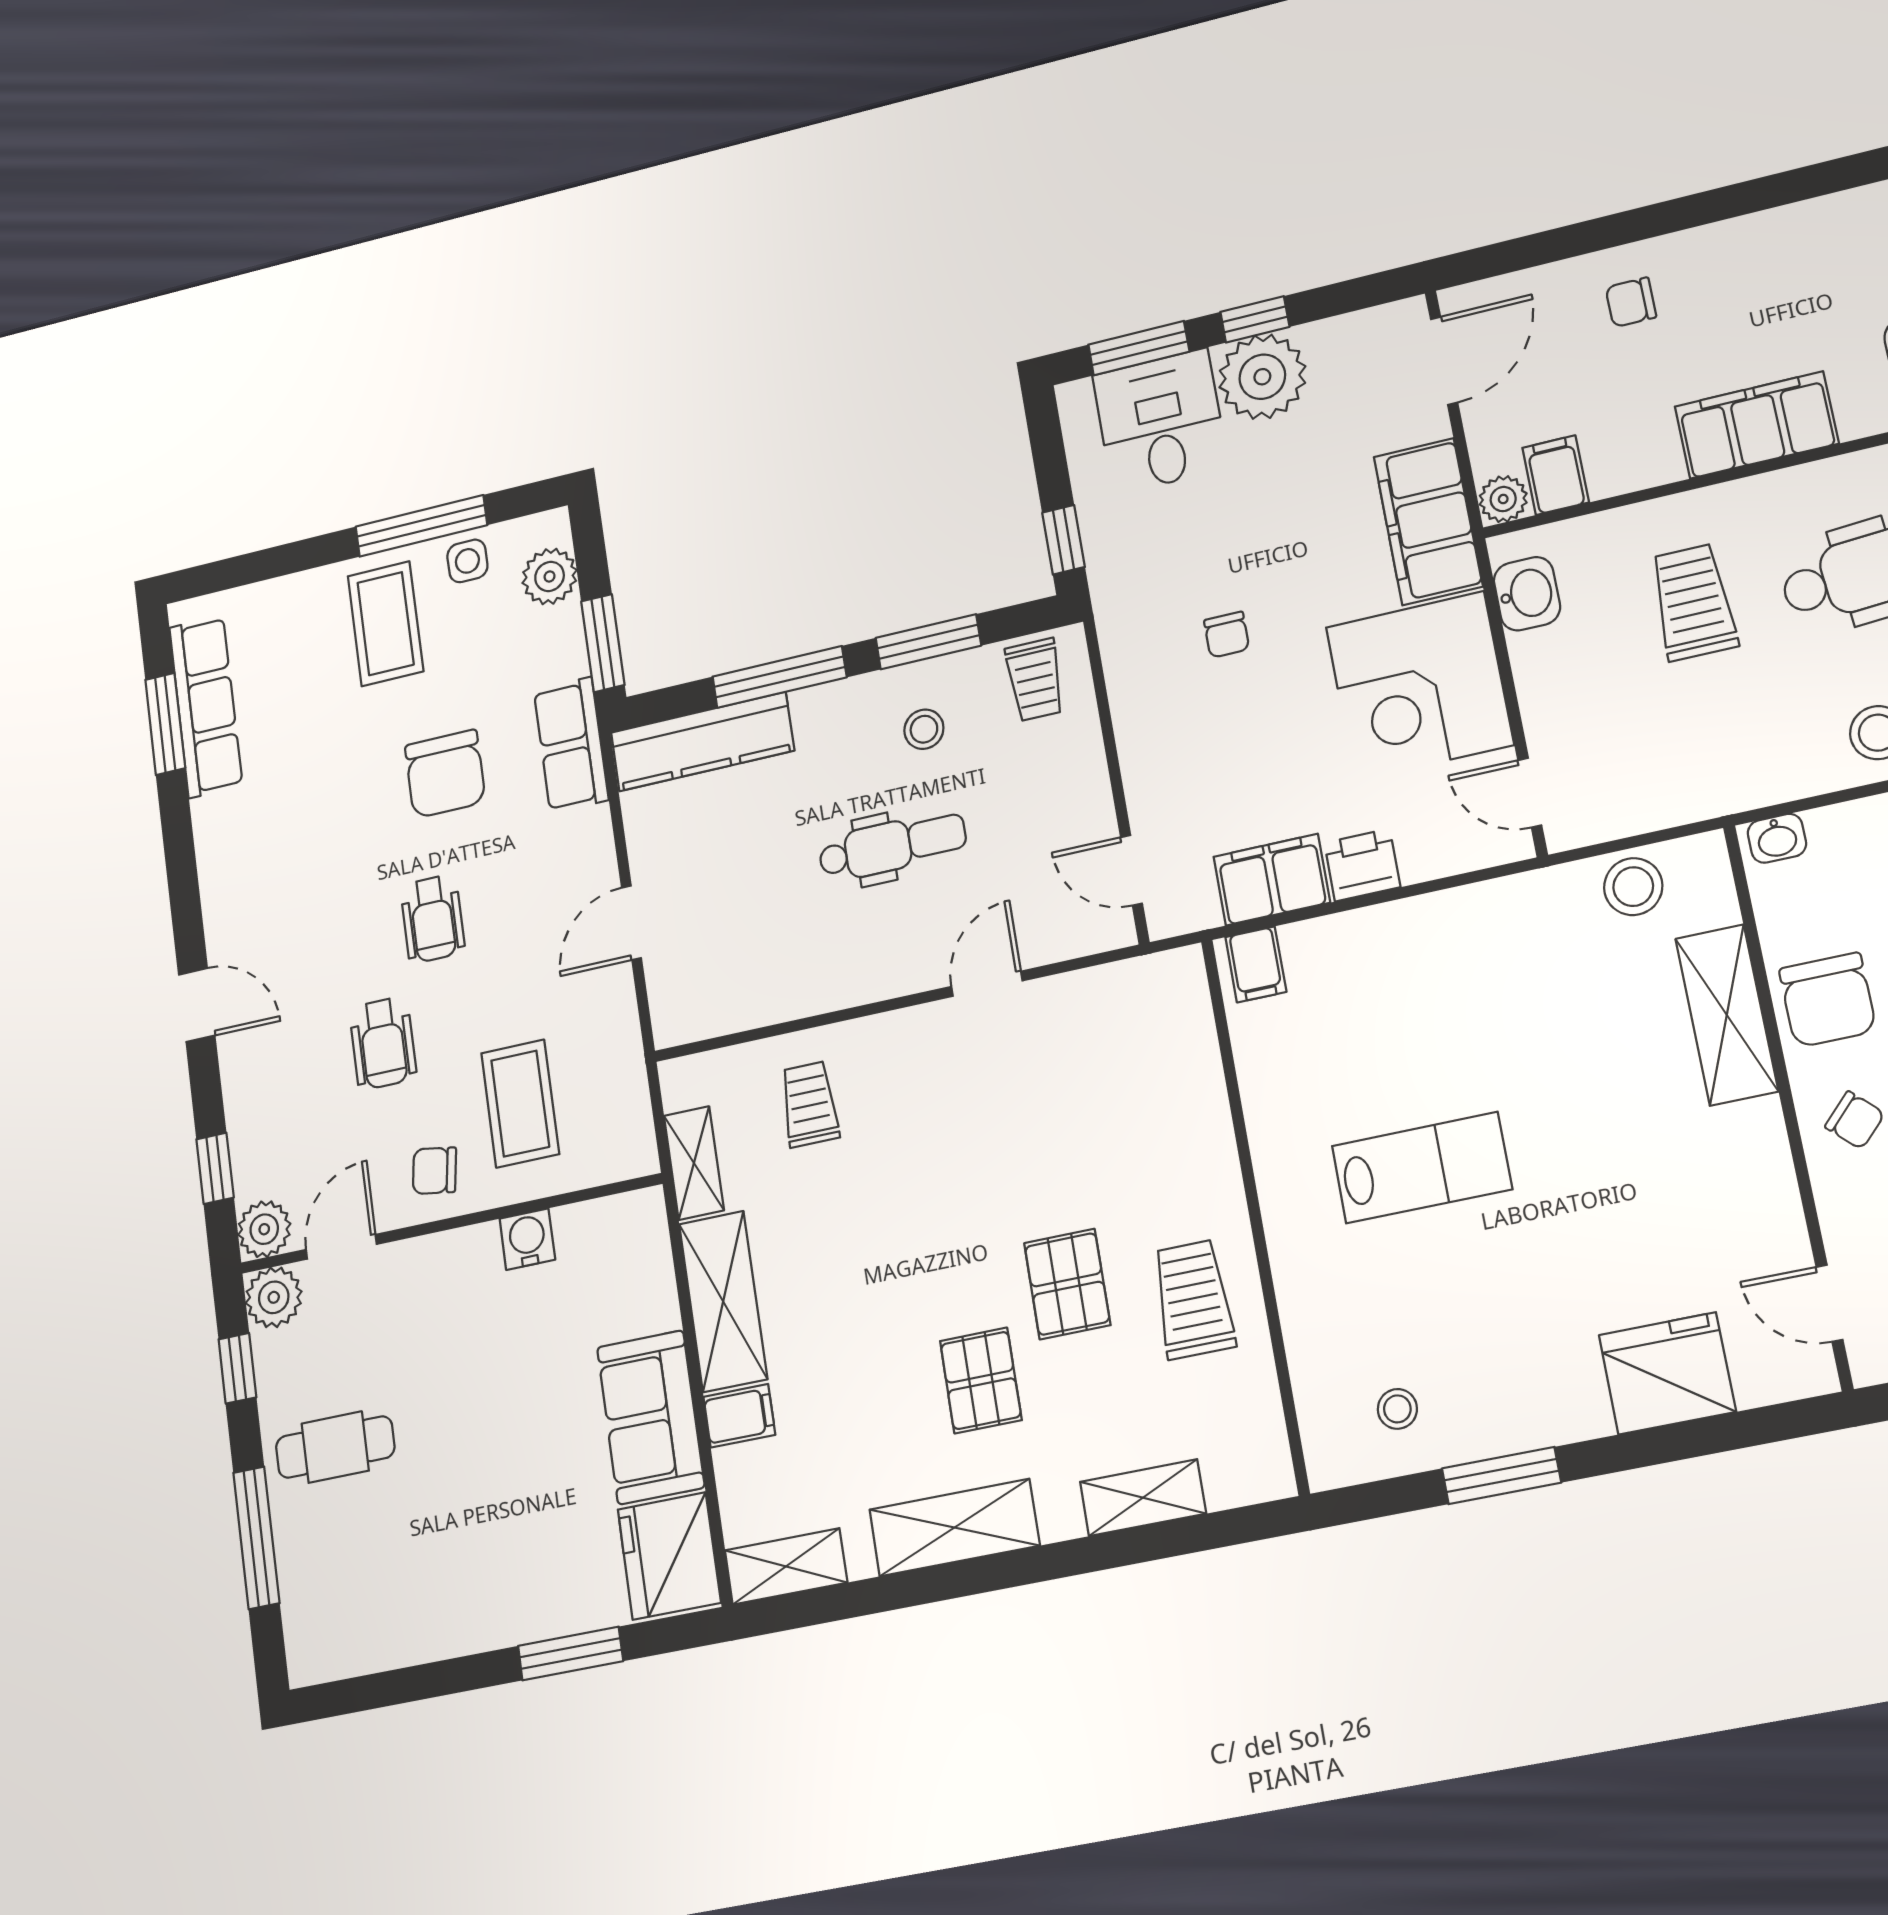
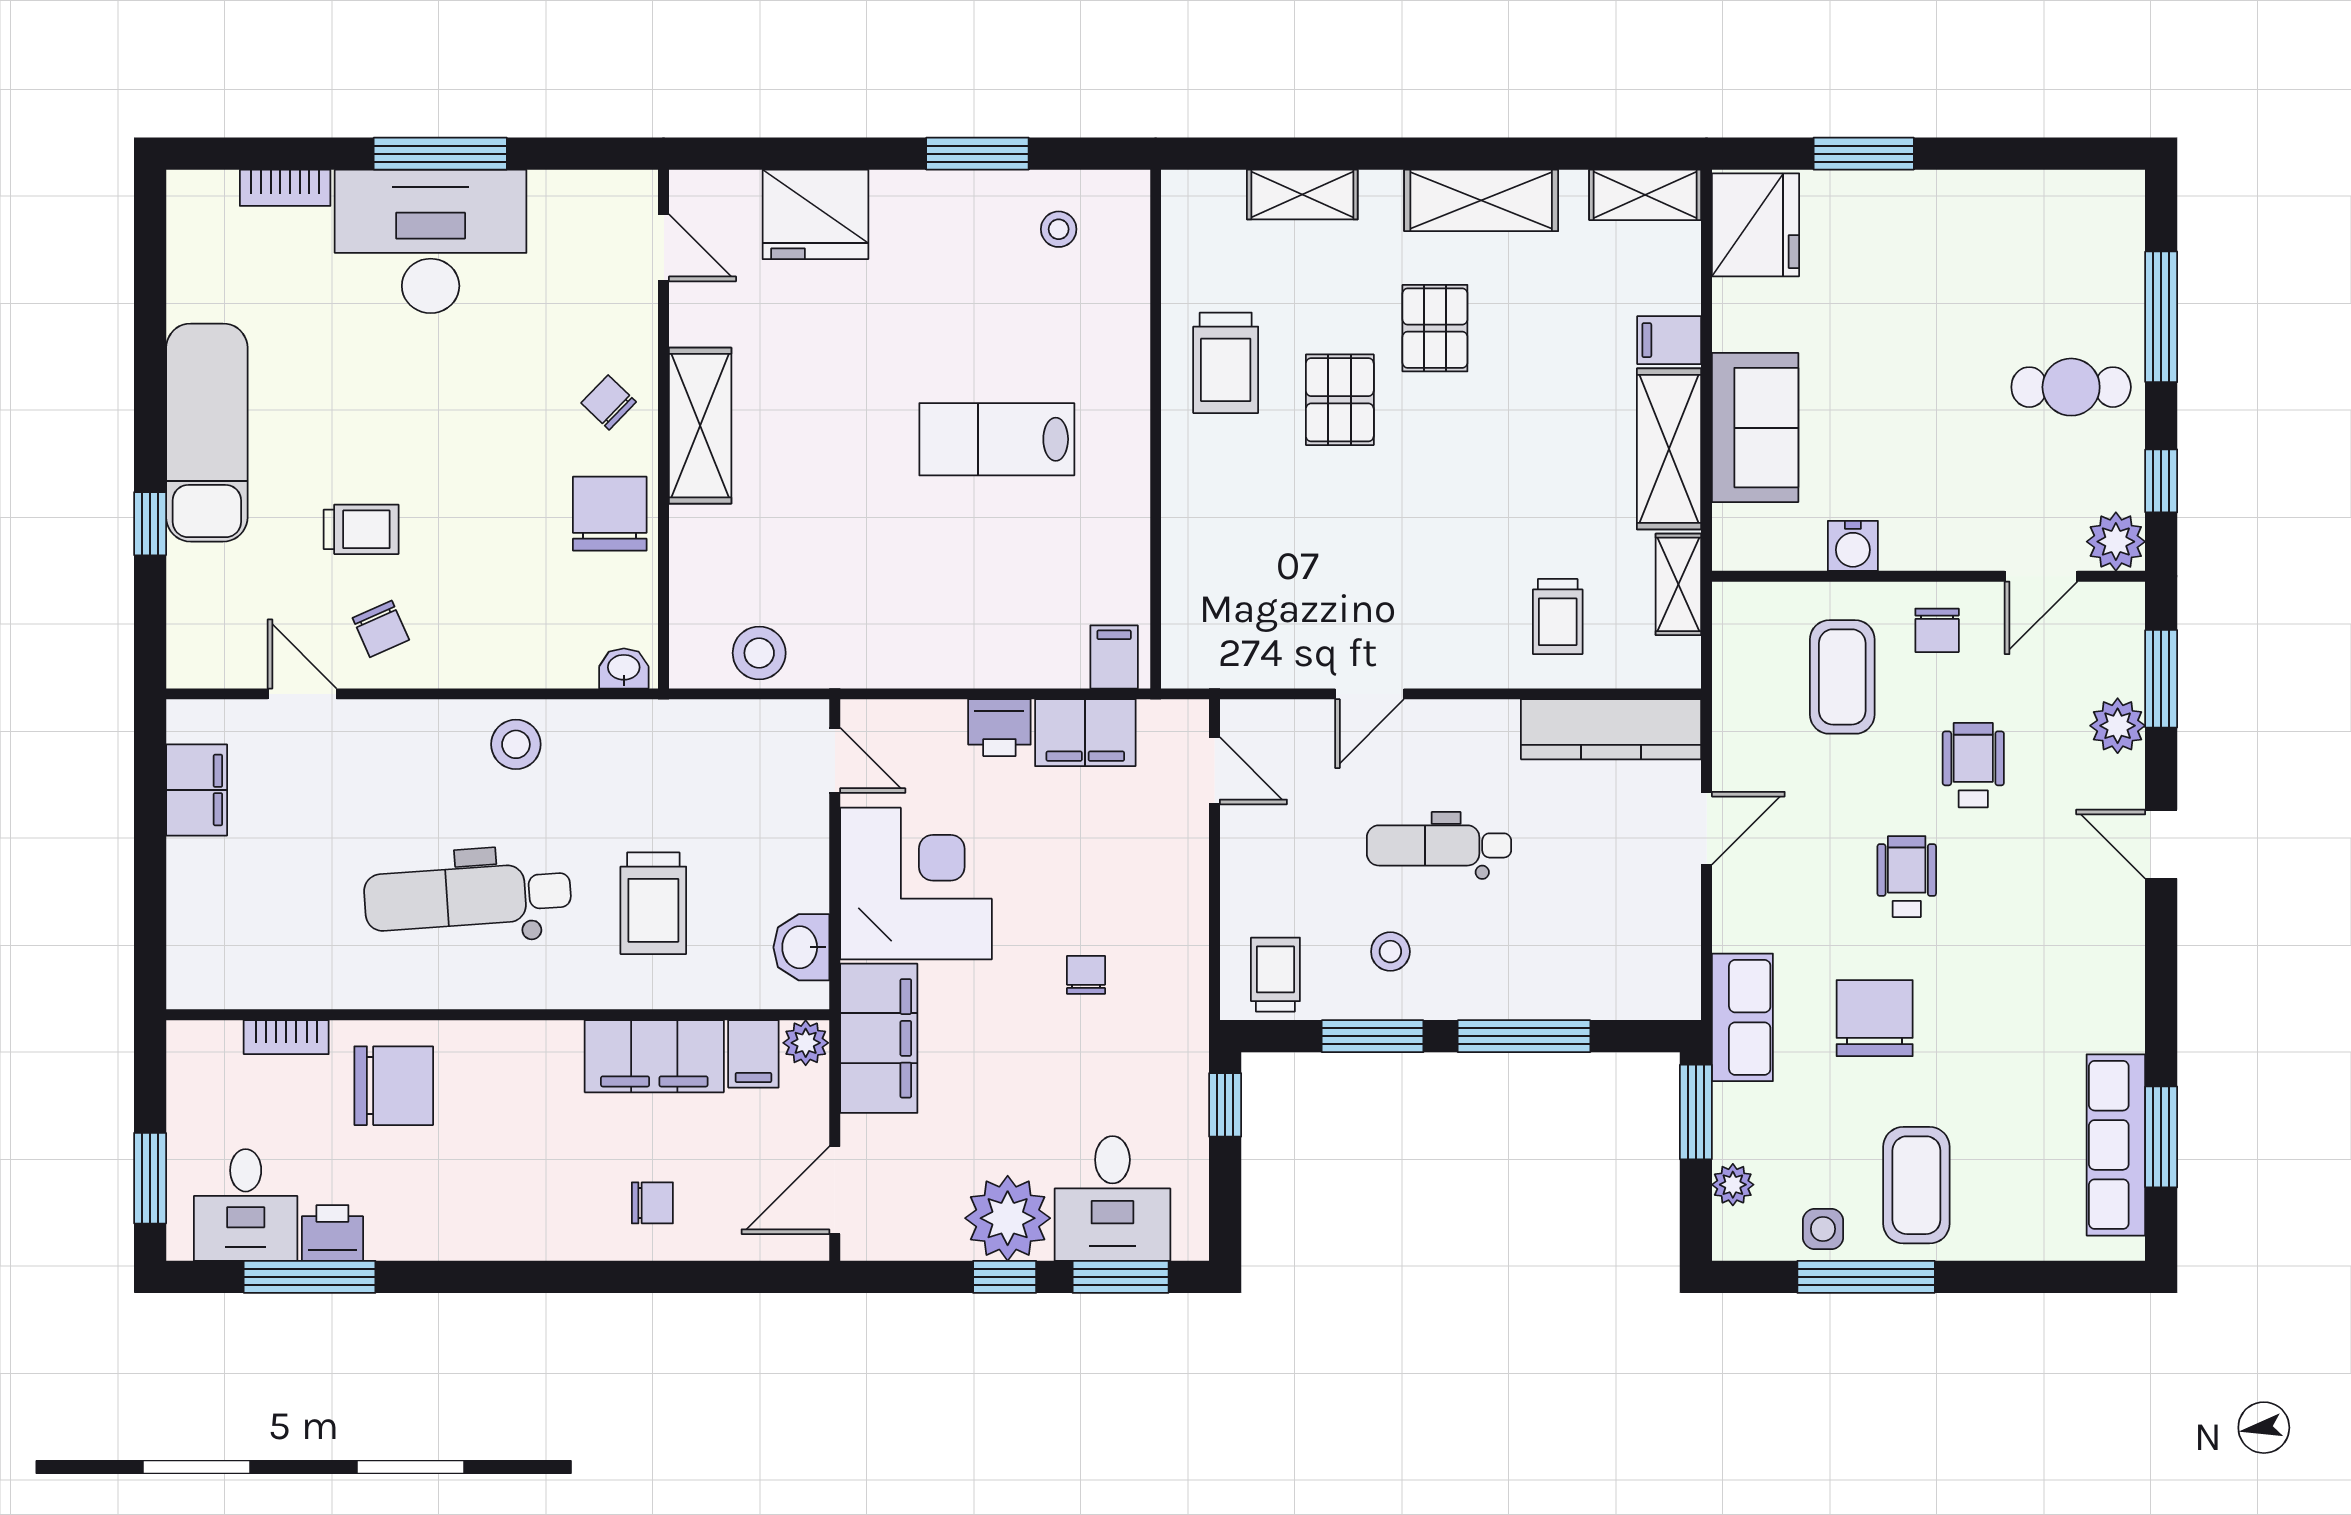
filing cabinet: (1757, 425) -> (654, 1056), moved
plant: (550, 576) -> (1733, 1185), width x0.73, depth x0.73
kitchen counter: (702, 742) -> (1611, 729), moved, turned 180
shelving: (1727, 1015) -> (700, 426), moved
window: (215, 1168) -> (2161, 679), width x1.50
chair: (434, 1171) -> (1937, 630), turned 81
plant: (264, 1229) -> (2118, 726), moved
sofa: (651, 1417) -> (1755, 428), moved

